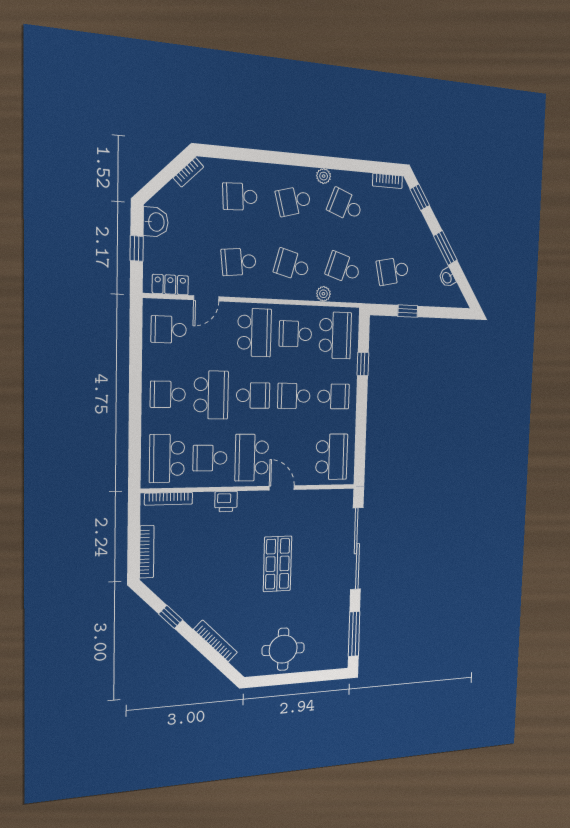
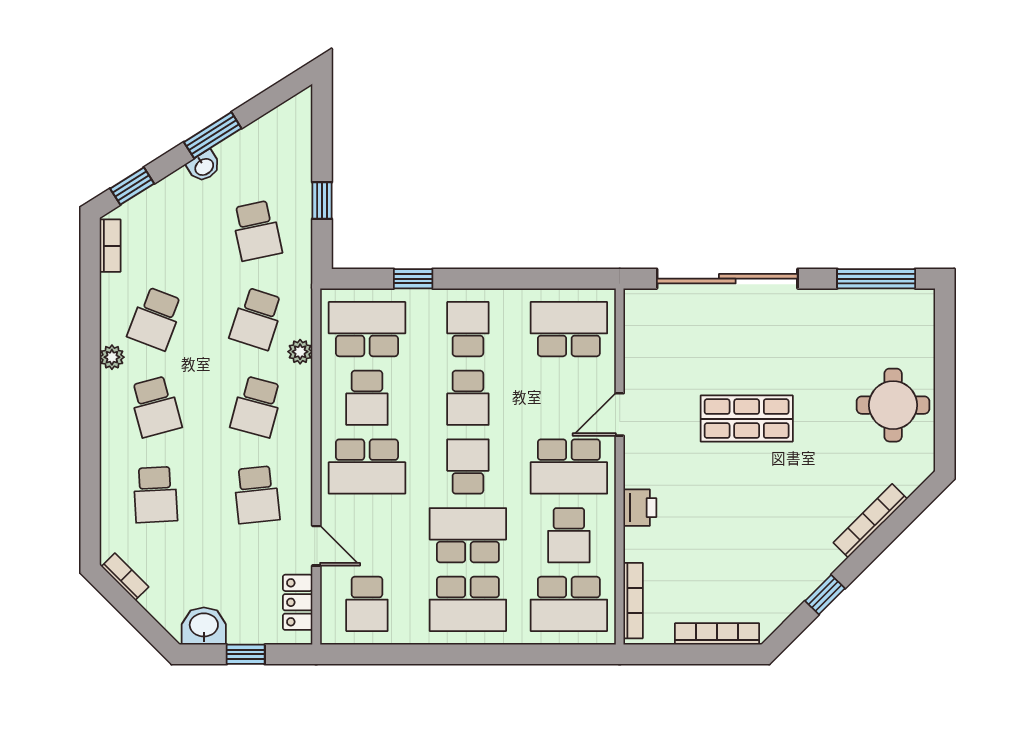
washbasin: (447, 278) -> (204, 166), moved
school desk: (254, 333) -> (367, 466), turned 180
school desk: (168, 394) -> (468, 604), width x1.85

